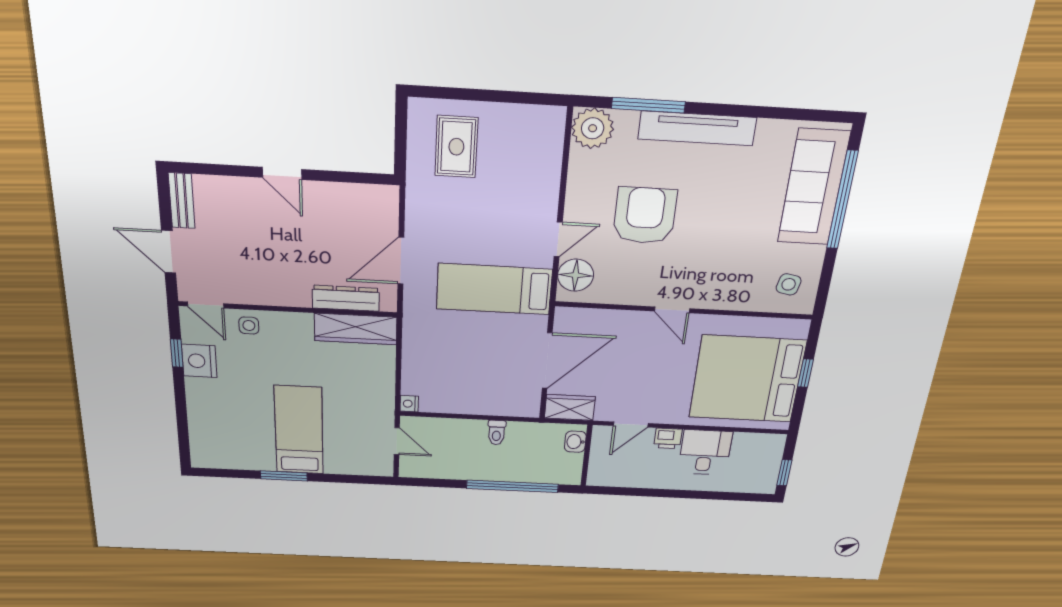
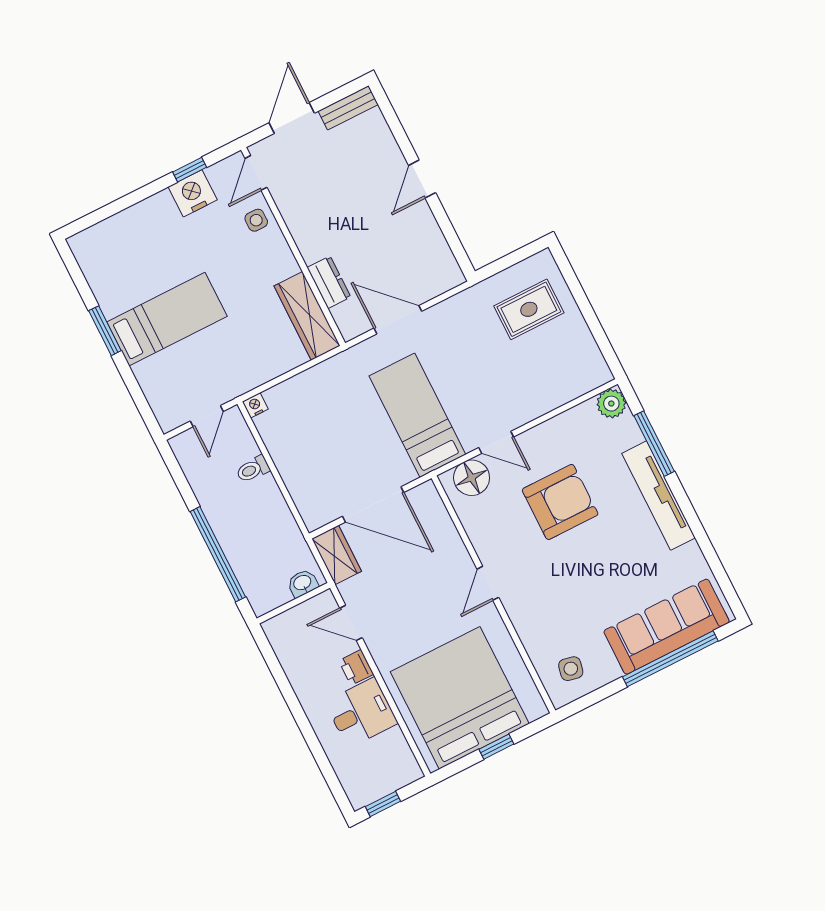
plant: (593, 128) -> (611, 404), width x0.73, depth x0.73
dresser: (346, 298) -> (329, 282), width x0.70
toilet: (497, 432) -> (253, 469), moved

